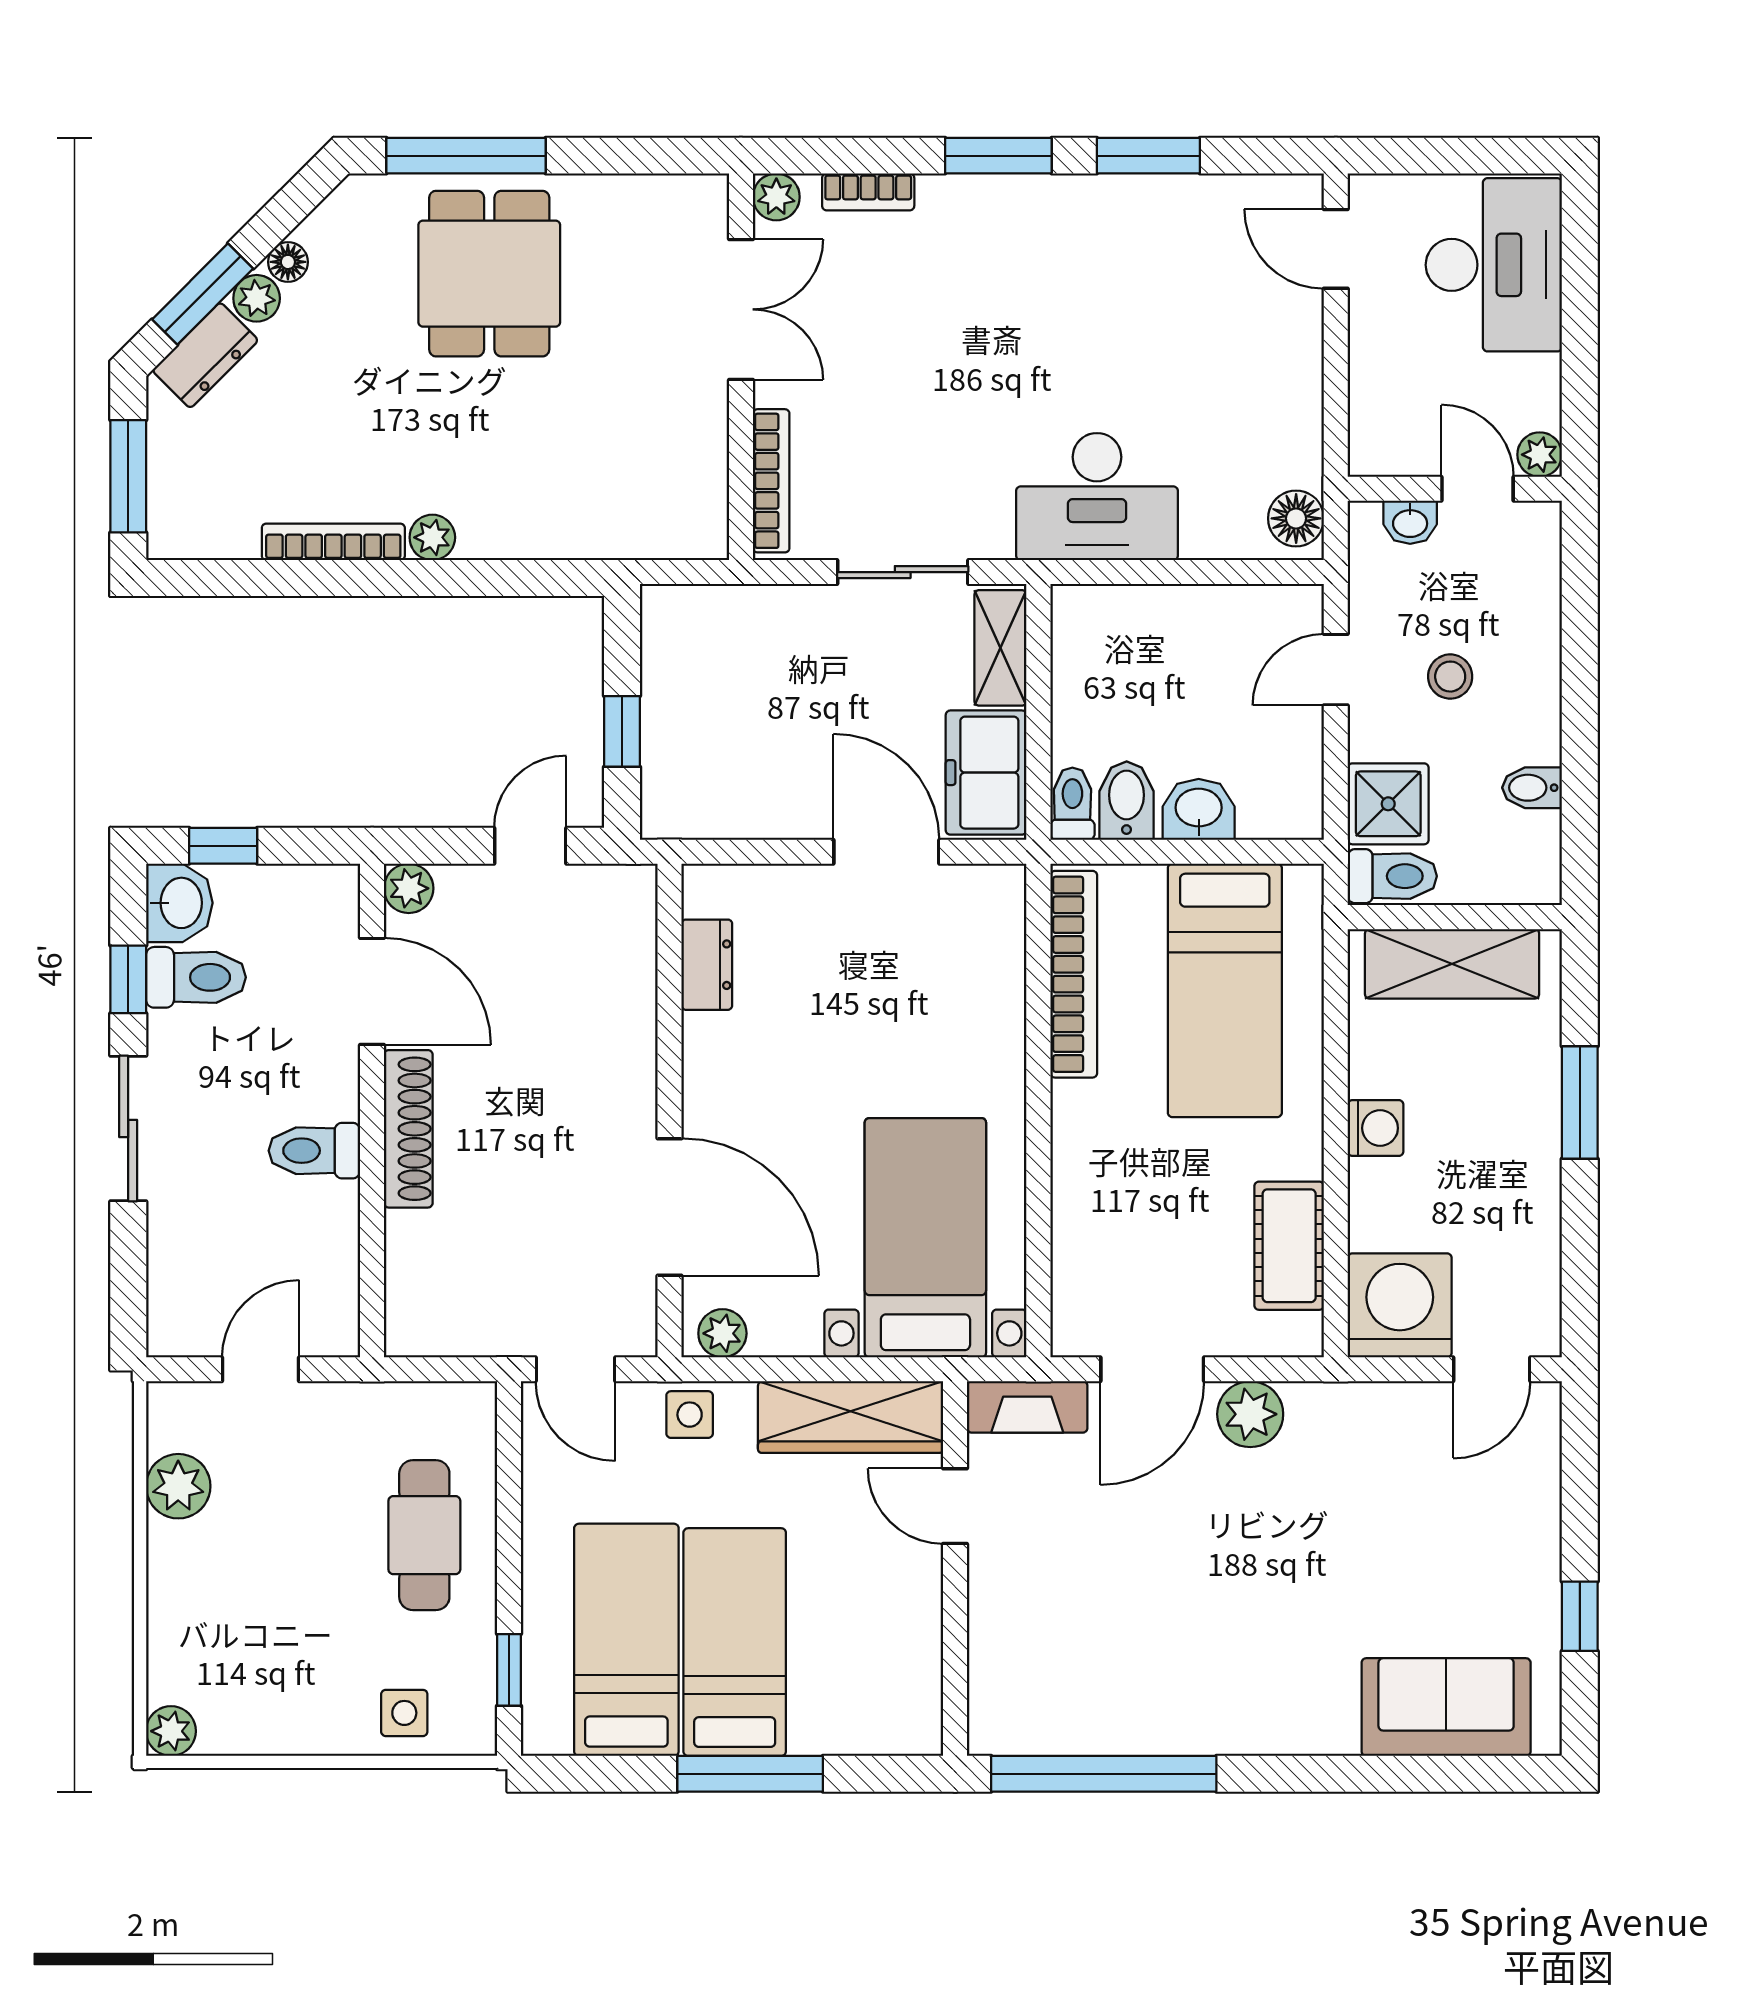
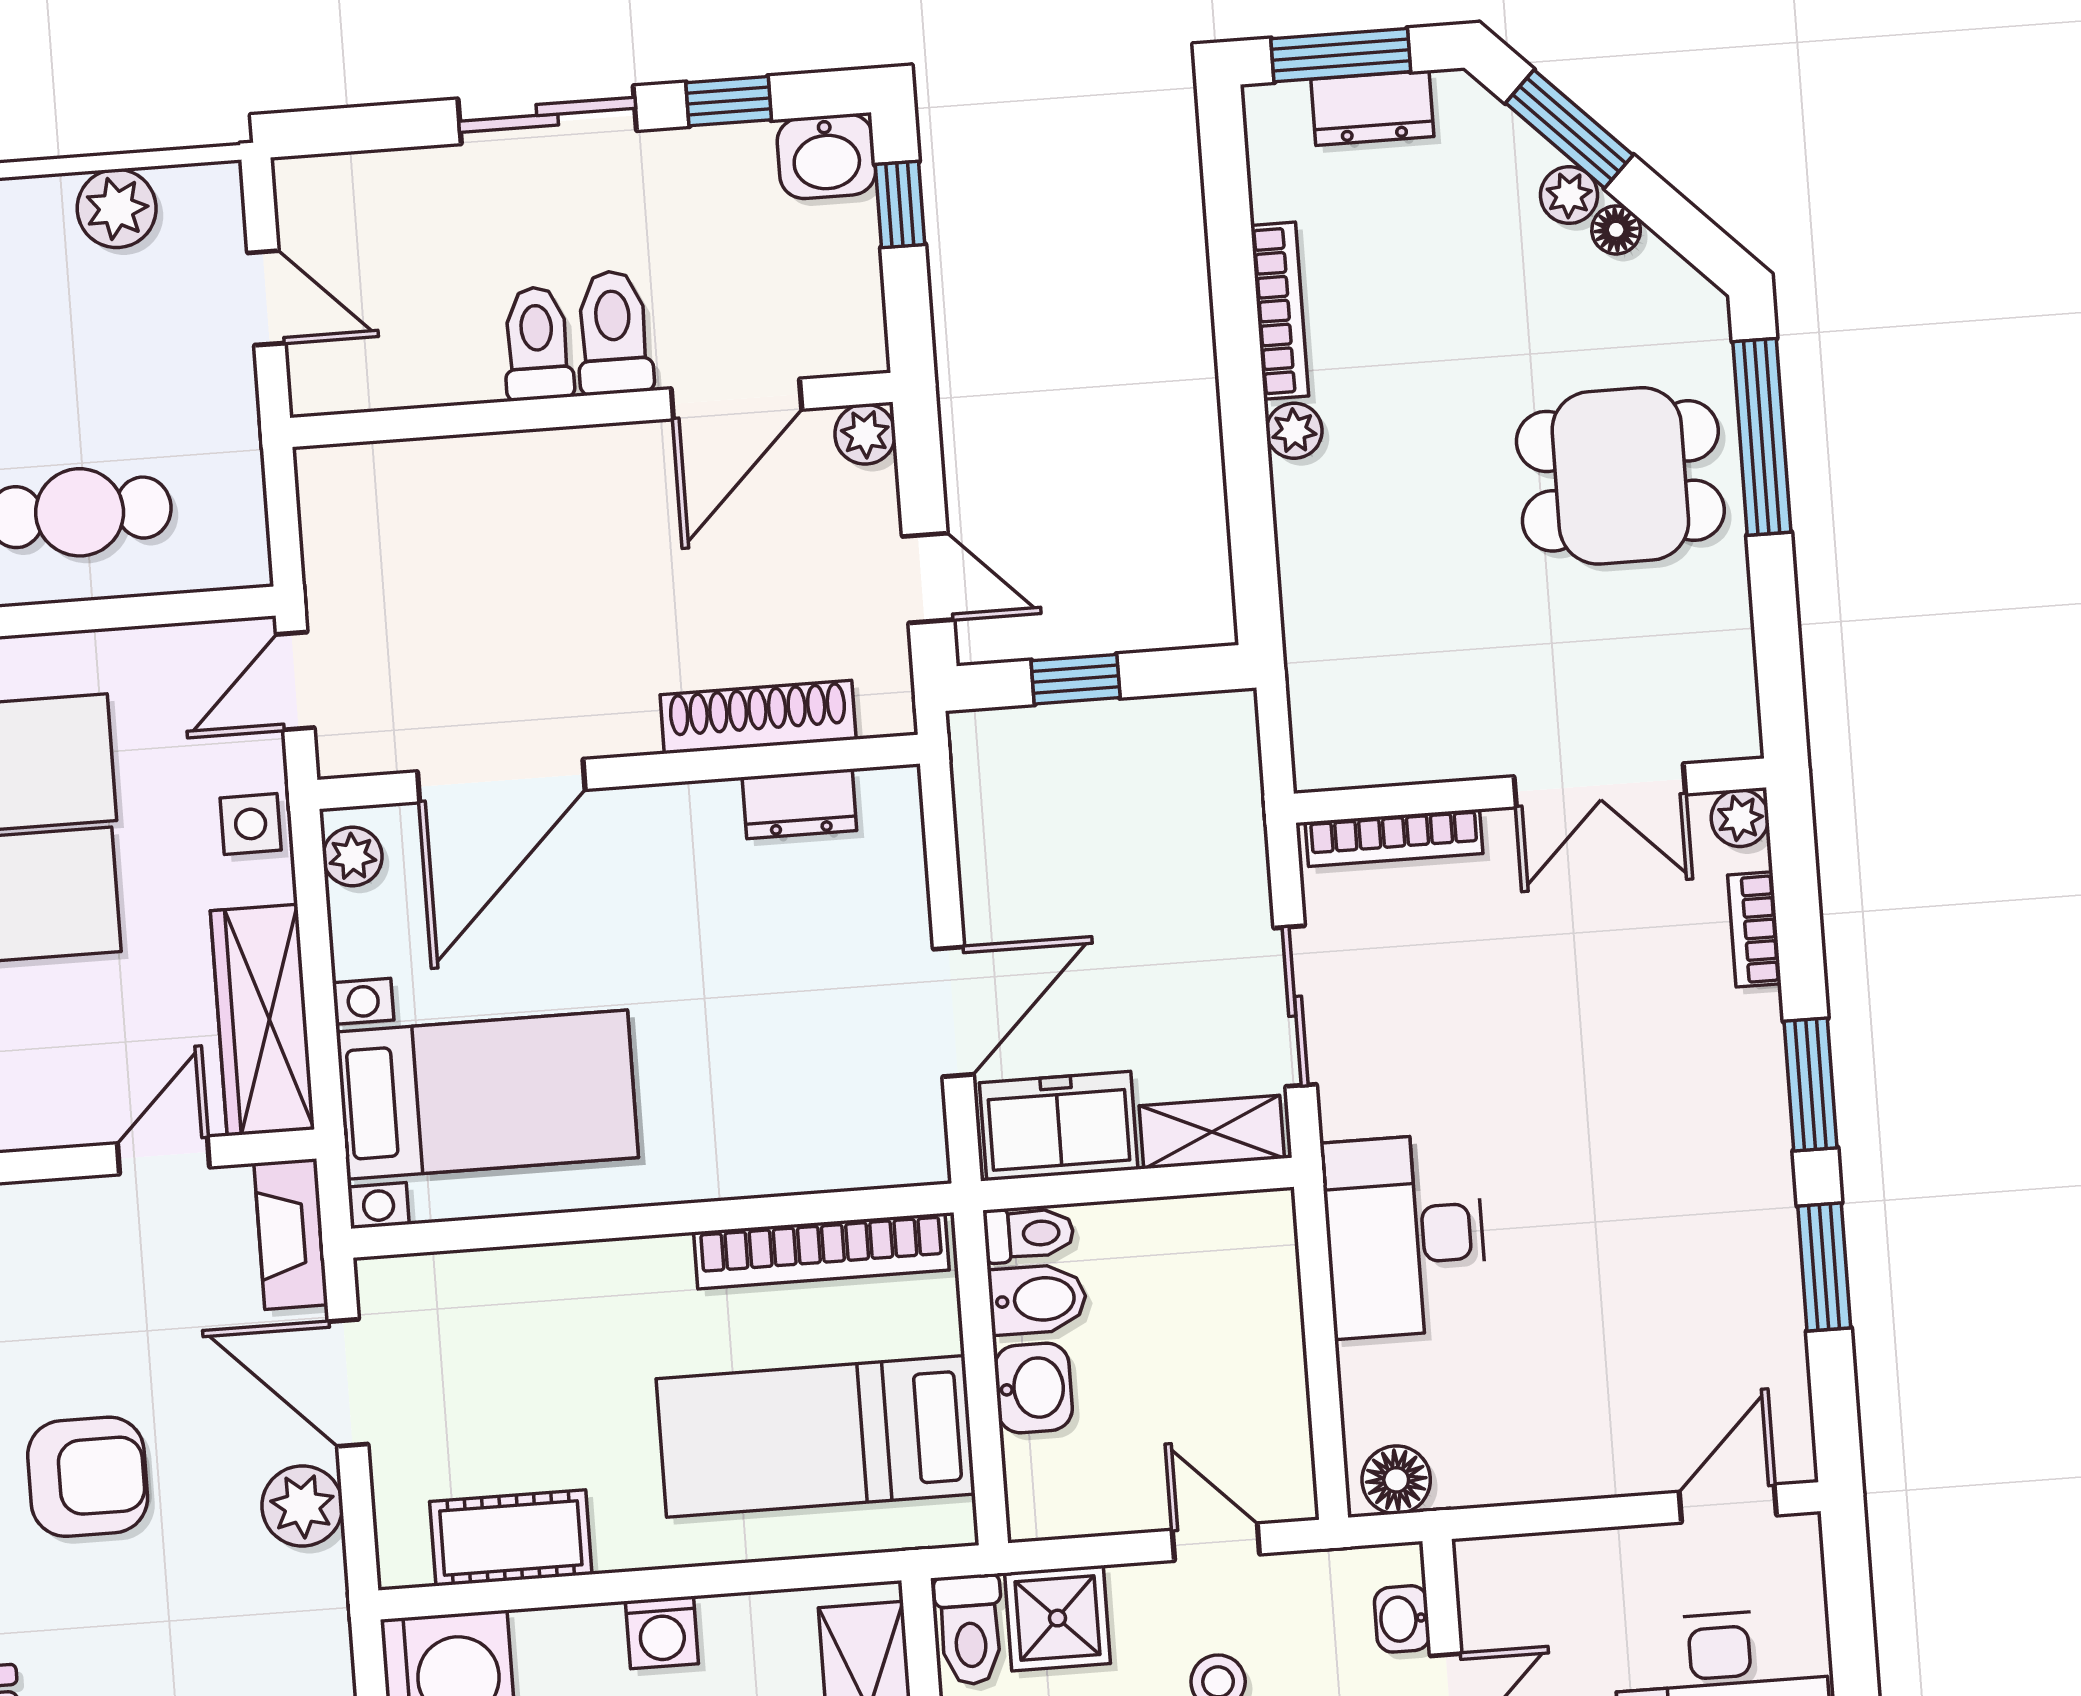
dresser: (205, 355) -> (1372, 108), moved, turned -45
toilet: (196, 977) -> (614, 333), moved, turned 180
shoe rack: (408, 1129) -> (758, 717), moved, turned 180
armchair: (1213, 1588) -> (88, 1477), added

